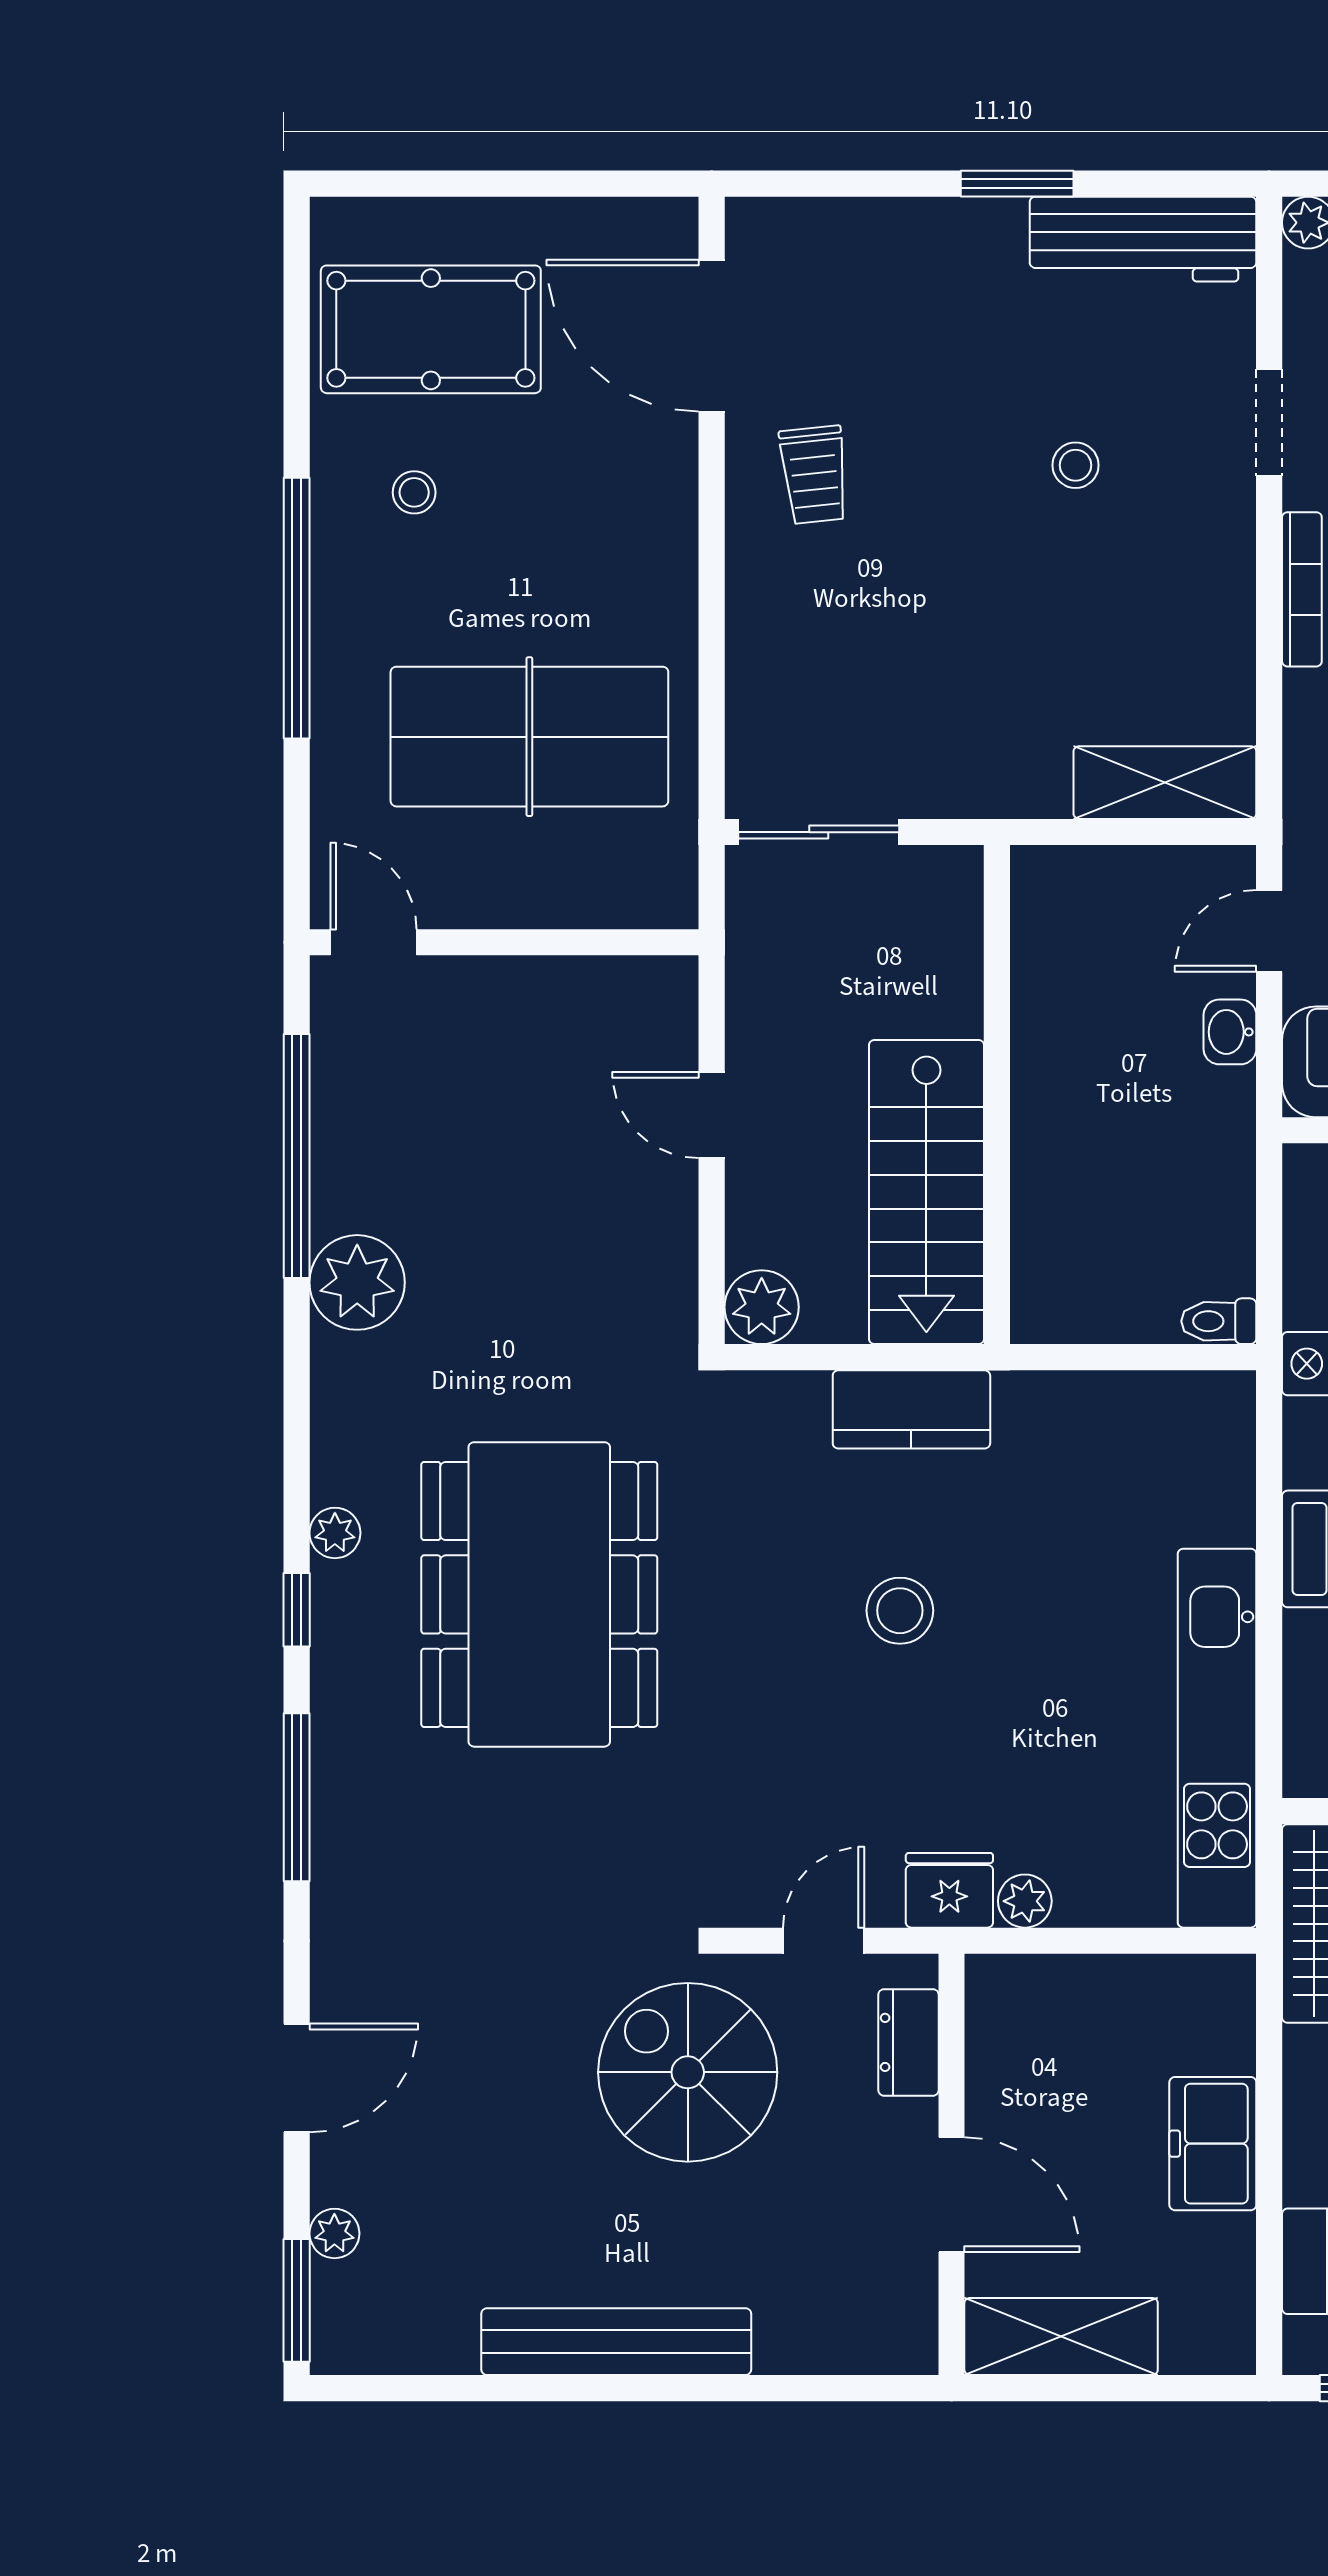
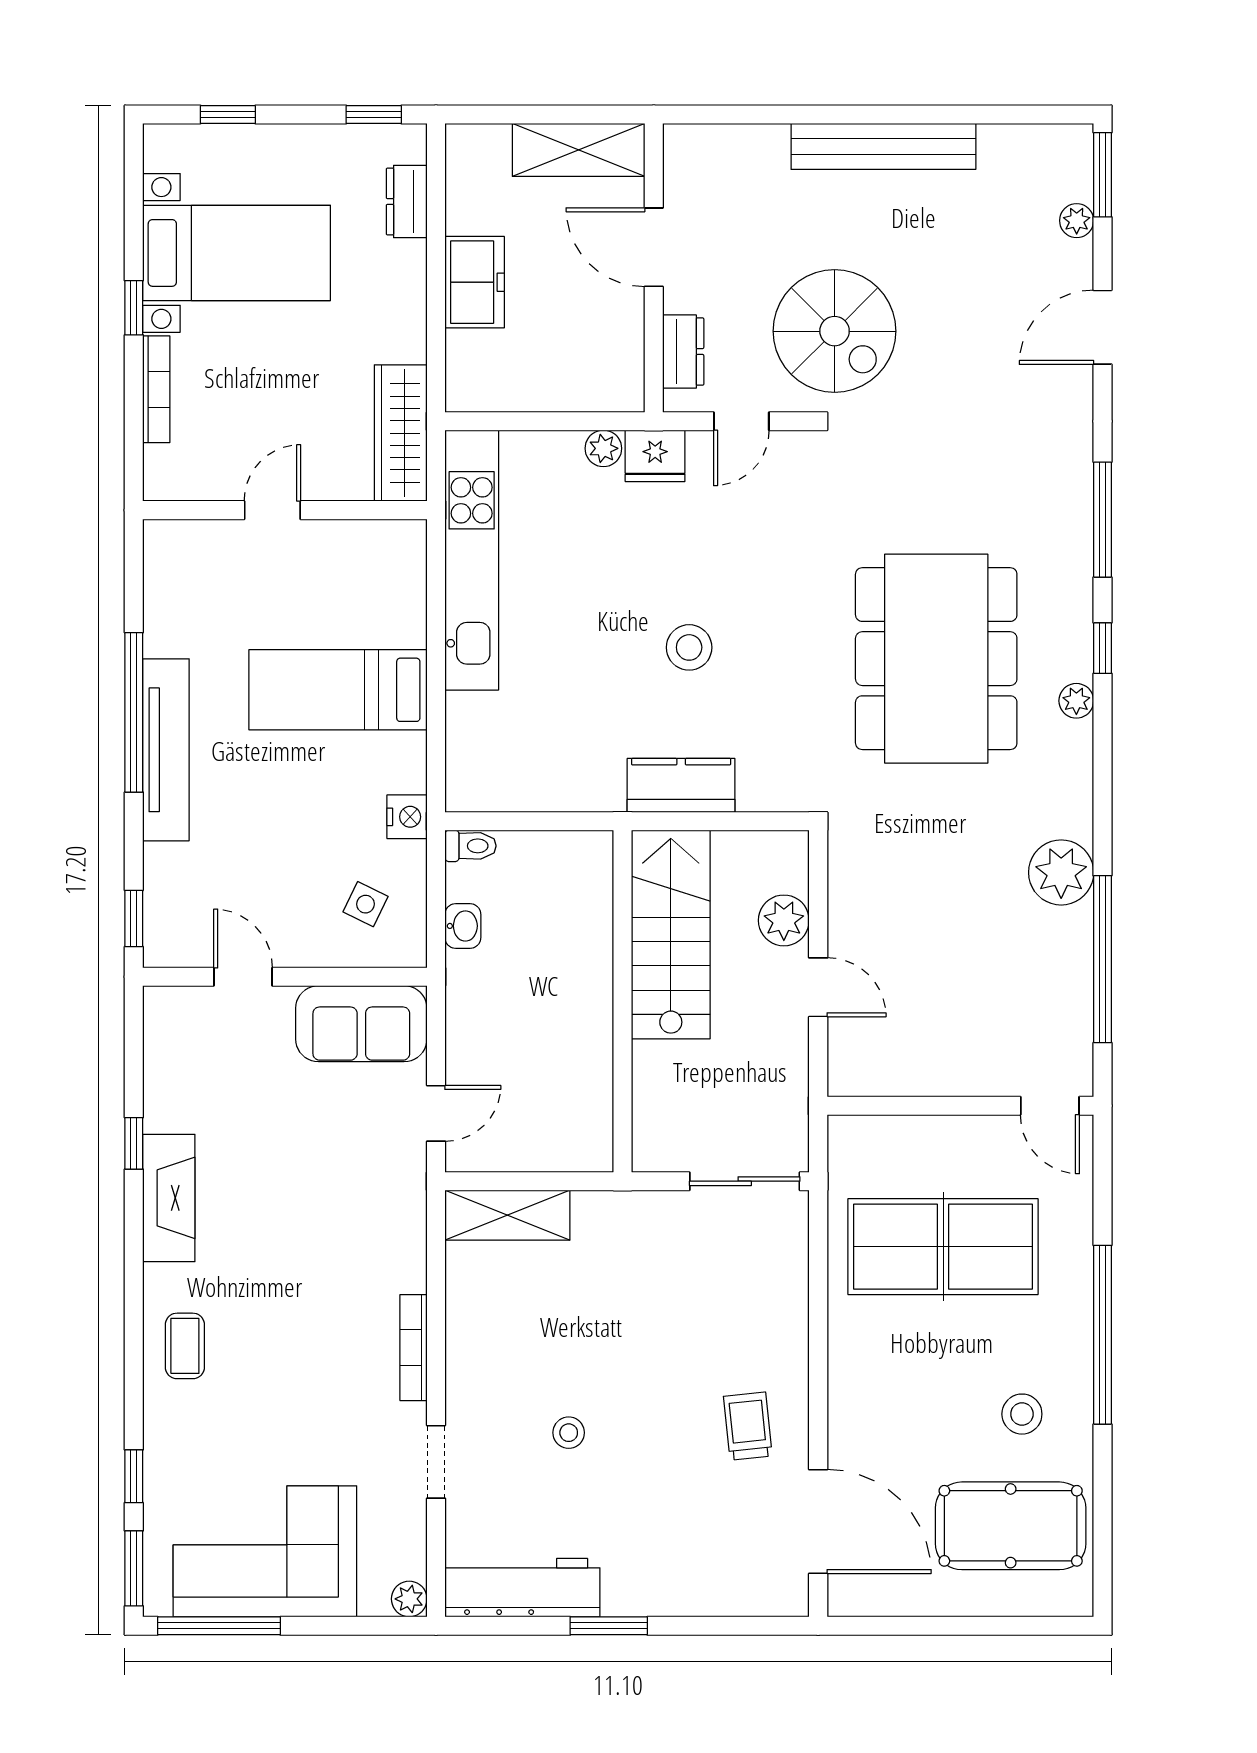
stool: (414, 492) -> (1022, 1414), width x1.37, depth x1.37
washbasin: (1230, 1032) -> (463, 926), moved
plant: (762, 1307) -> (784, 920), moved

